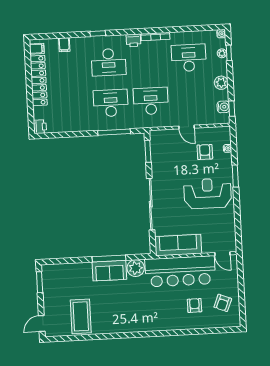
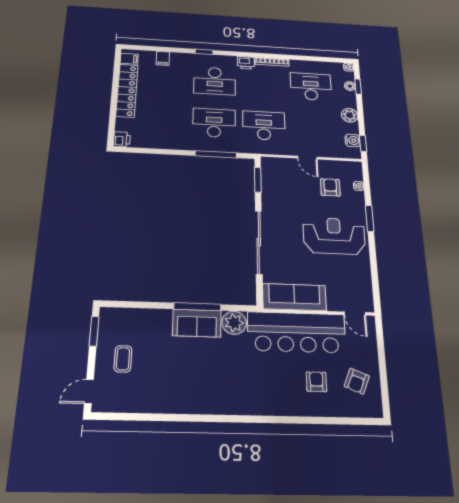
coffee table: (81, 316) -> (123, 359), moved, width x0.54, depth x0.58

